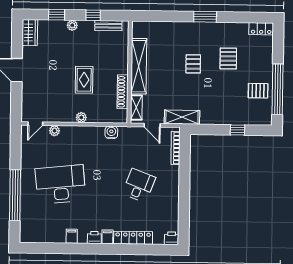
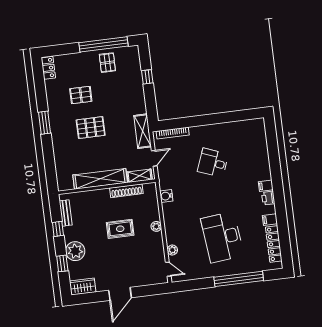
plant: (72, 25) -> (75, 251), width x1.88, depth x1.88
pallet: (193, 64) -> (91, 128), width x1.50, depth x1.42
locker: (133, 238) -> (274, 244), moved
printer: (172, 238) -> (259, 125), removed

